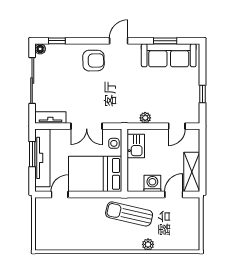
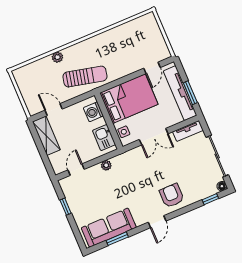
armchair: (93, 61) -> (172, 196), turned 91
double door: (87, 126) -> (154, 137), swing flipped
washing machine: (152, 183) -> (93, 112), moved, turned 90
door: (174, 195) -> (54, 110), swing flipped

